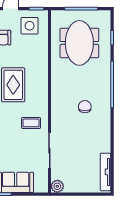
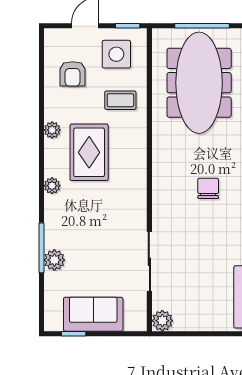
meeting table: (79, 43) -> (199, 83), width x1.36
coffee table: (31, 123) -> (120, 100), moved

